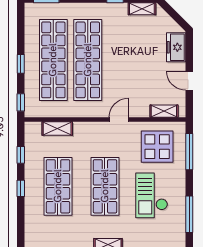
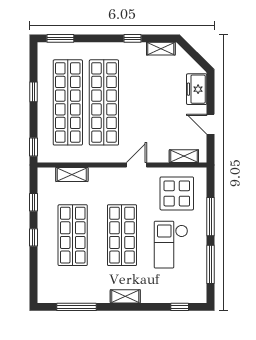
window: (21, 64) -> (34, 92), moved
window: (189, 152) -> (210, 217), moved

